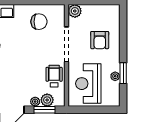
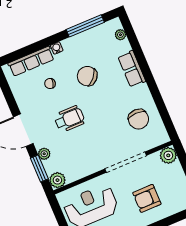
wheelchair: (54, 76) -> (69, 119), moved
plant: (47, 100) -> (57, 180), moved

